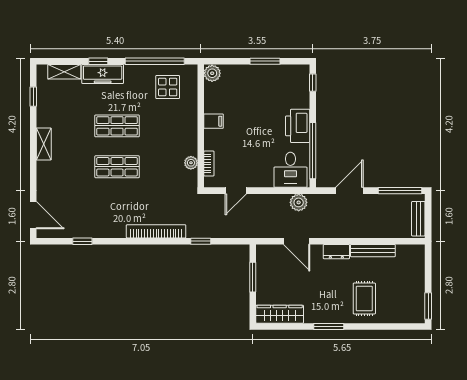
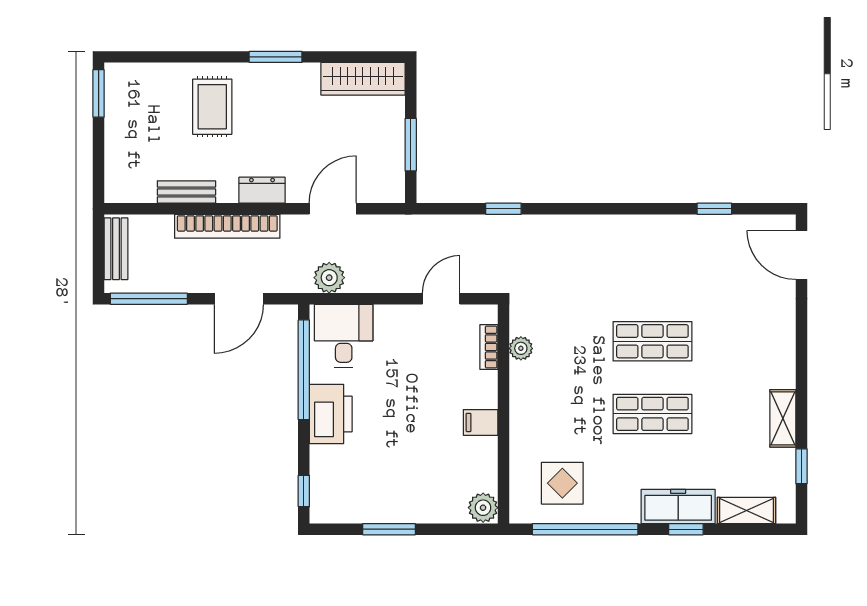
shelving: (44, 144) -> (783, 418), moved
bookcase: (156, 231) -> (227, 226), moved
door: (297, 241) -> (333, 209), hinge flipped
bench: (373, 251) -> (186, 192), width x0.73

